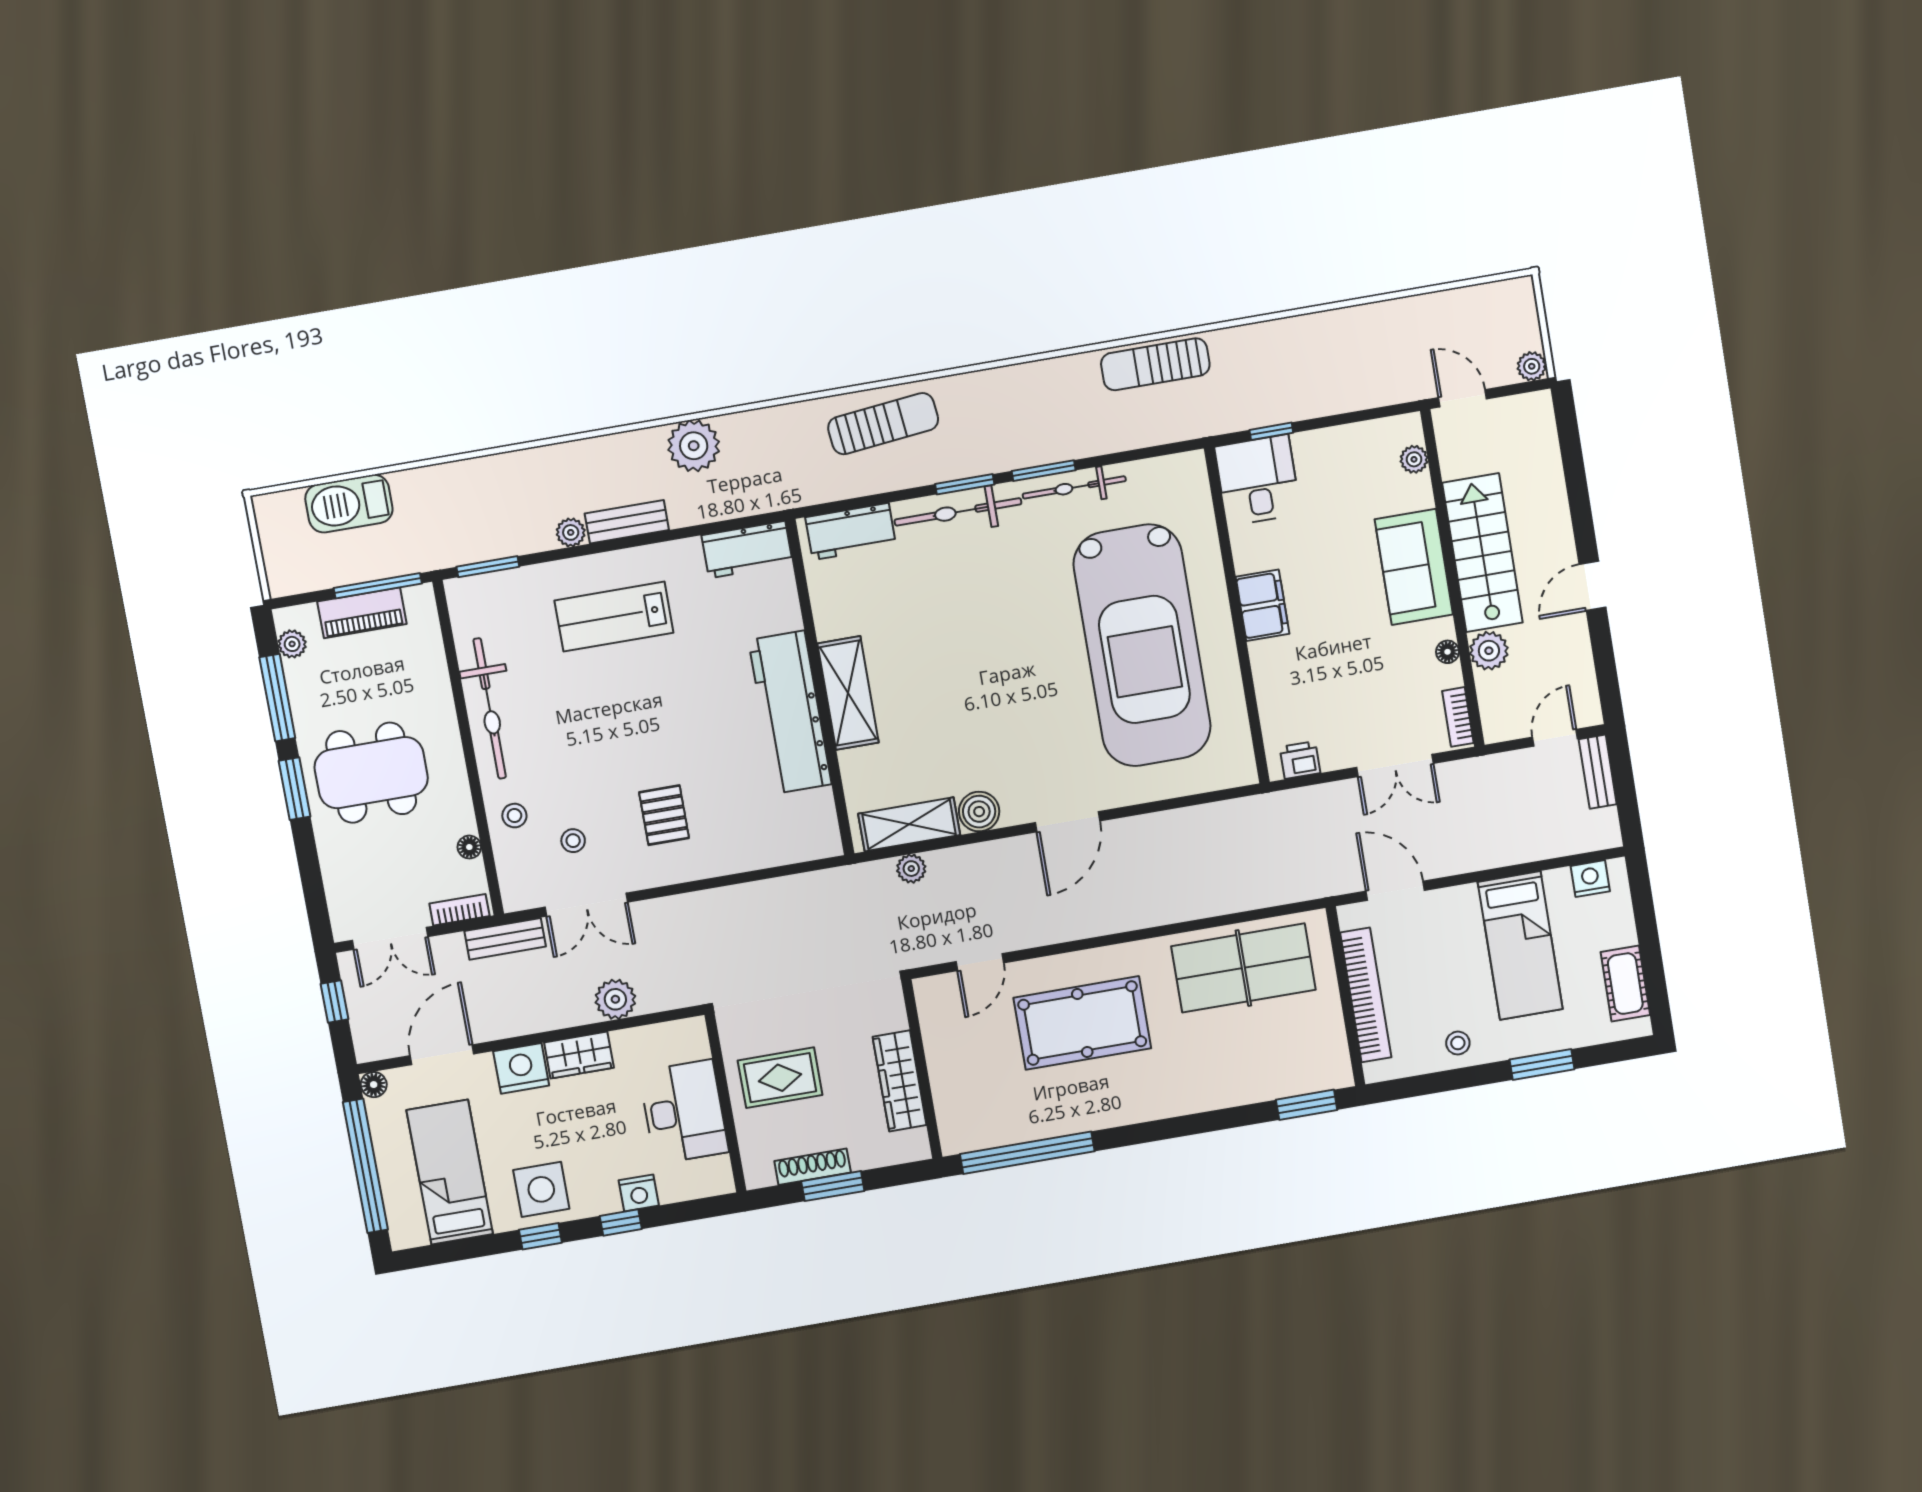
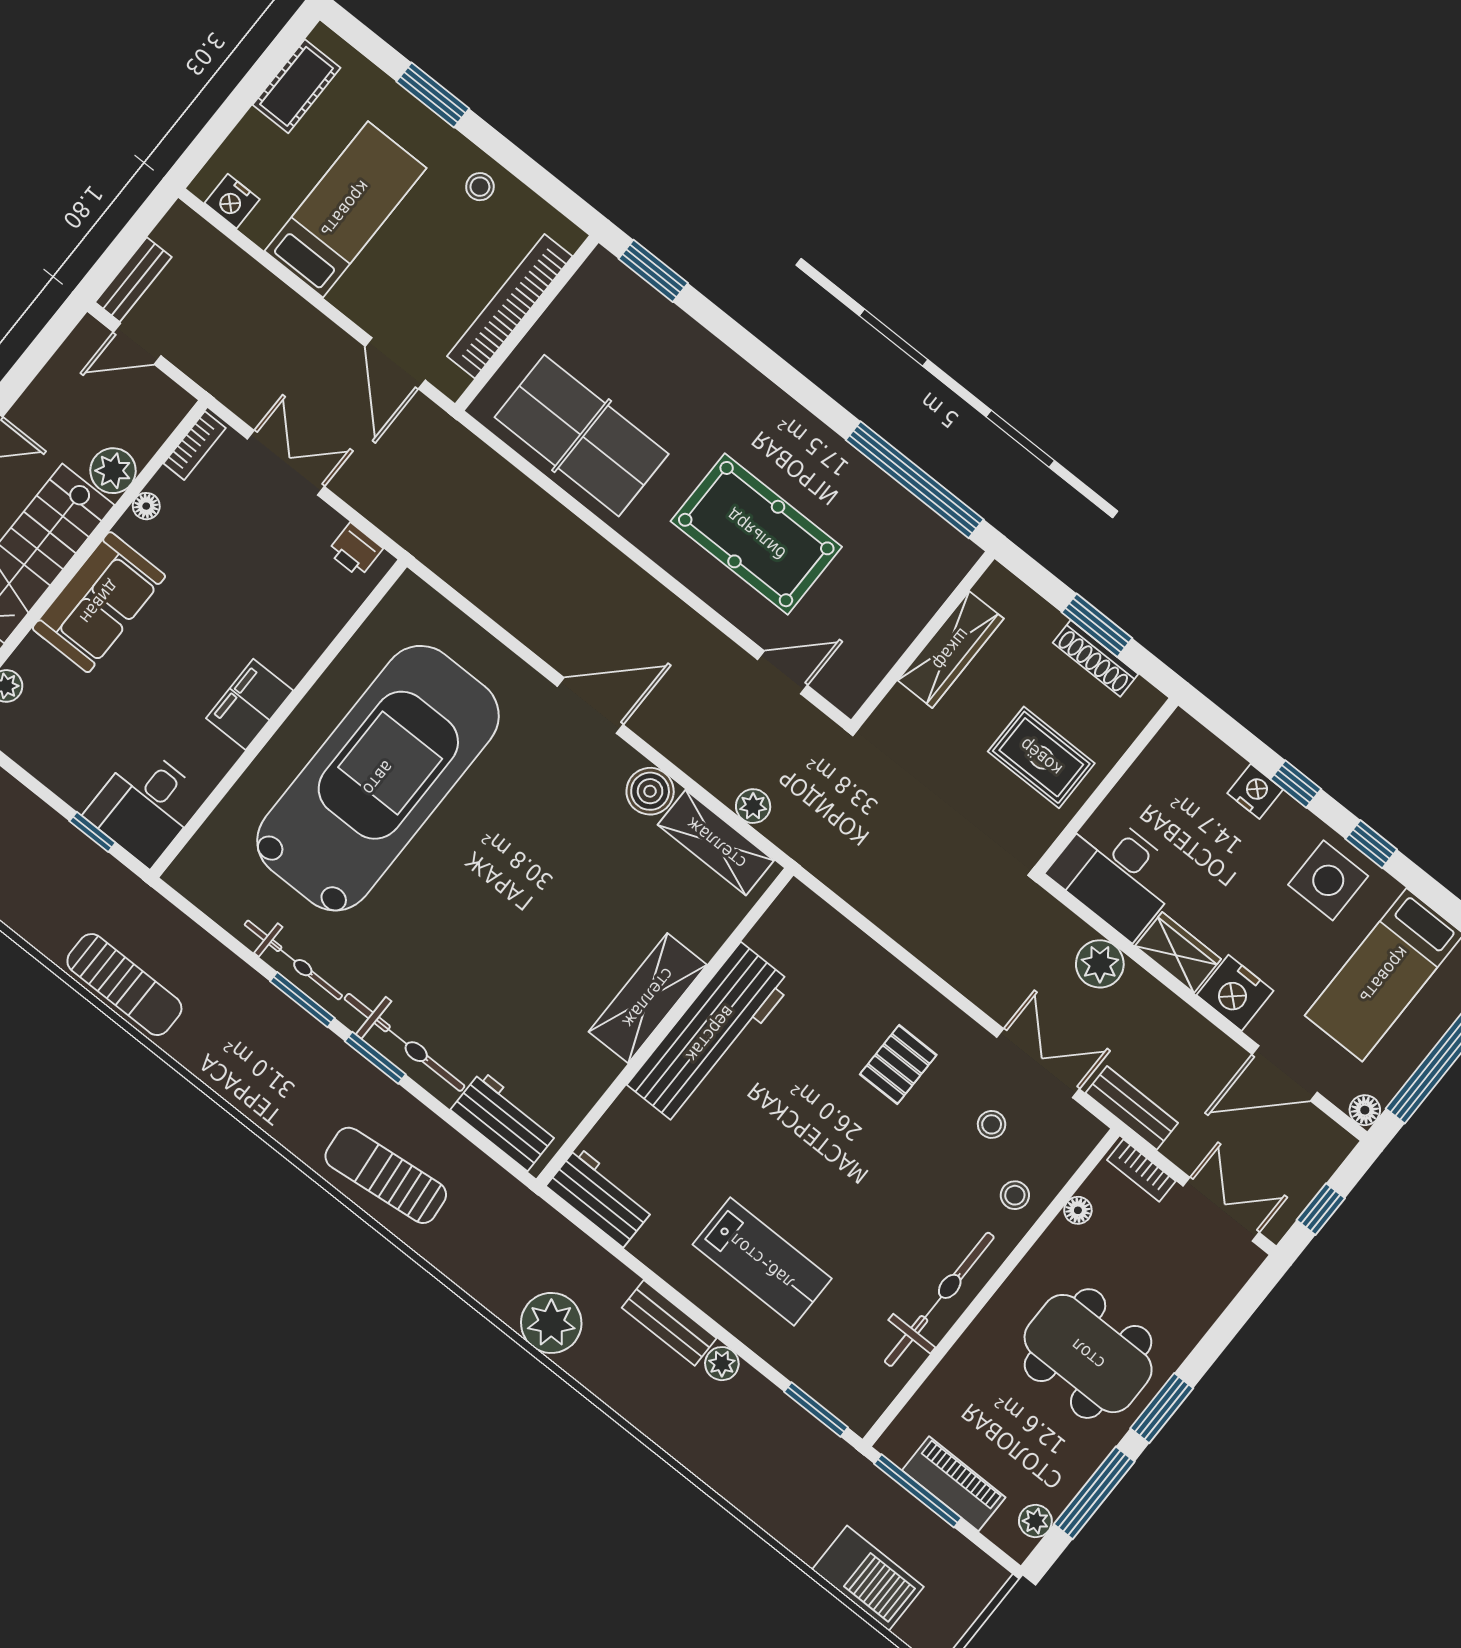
desk: (684, 1112) -> (1116, 874), moved, turned -90

